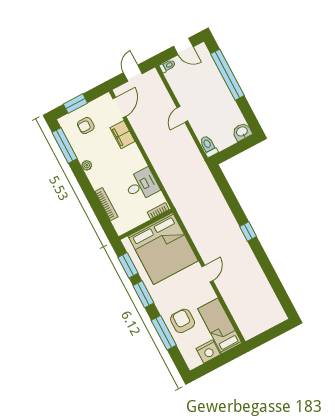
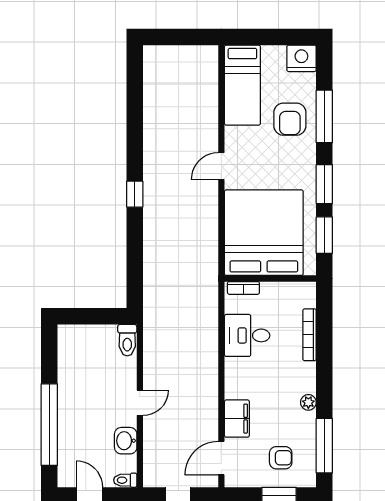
washbasin: (242, 132) -> (126, 441), moved, turned 90
nightstand: (208, 351) -> (301, 58), moved

